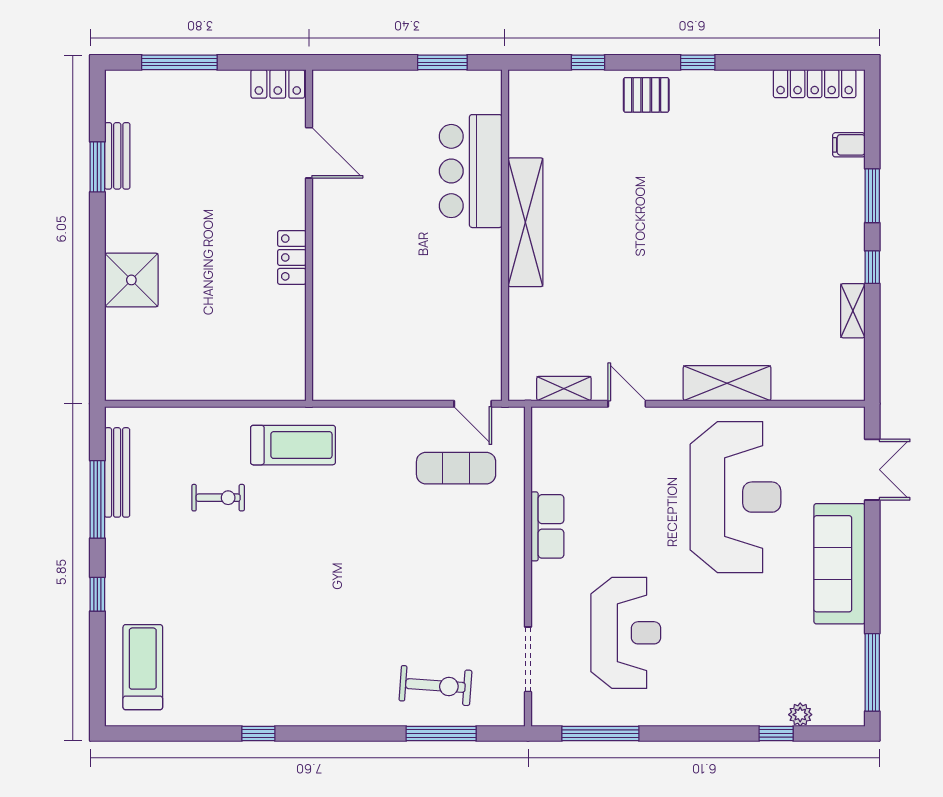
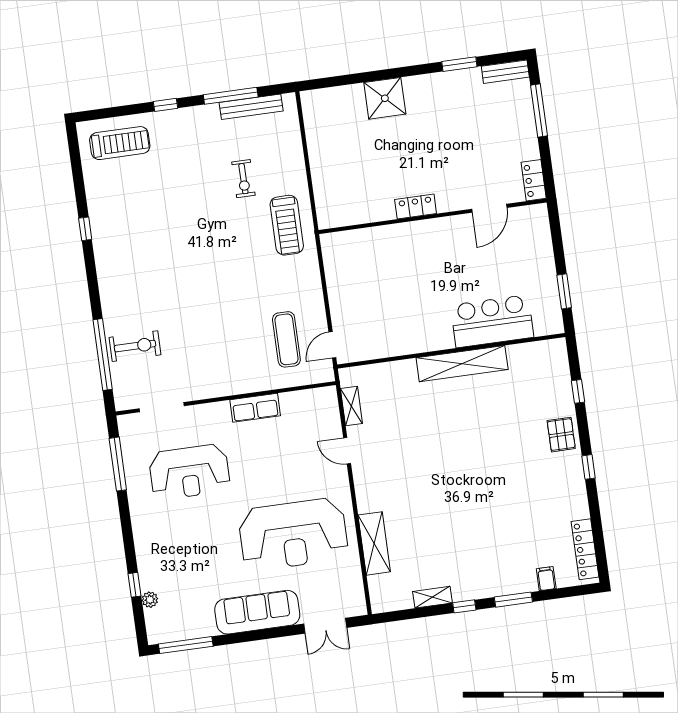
bench: (117, 156) -> (505, 72), moved
shelving: (727, 383) -> (374, 543), moved
door: (627, 404) -> (347, 451), swing flipped
exercise bike: (435, 686) -> (135, 346), turned -94
window: (441, 733) -> (103, 355), width x1.46

